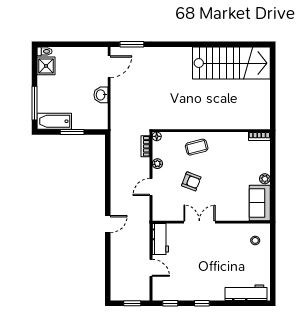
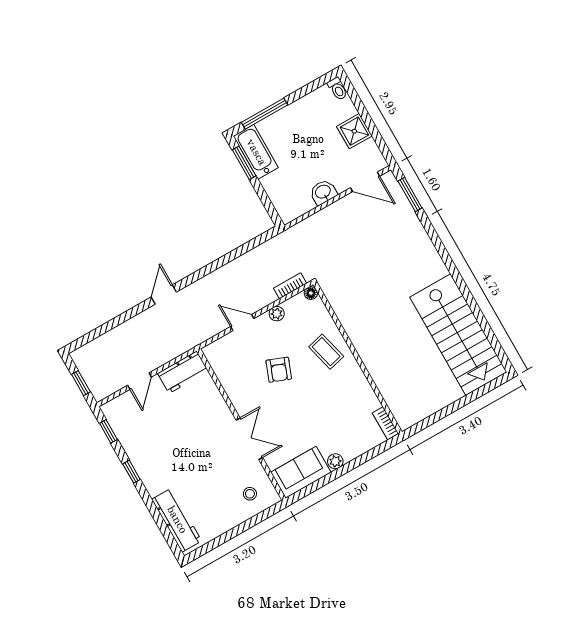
shower: (46, 66) -> (354, 131), moved
window: (72, 132) -> (244, 163), moved
double door: (199, 222) -> (249, 439), moved
door: (108, 224) -> (164, 295), swing flipped

